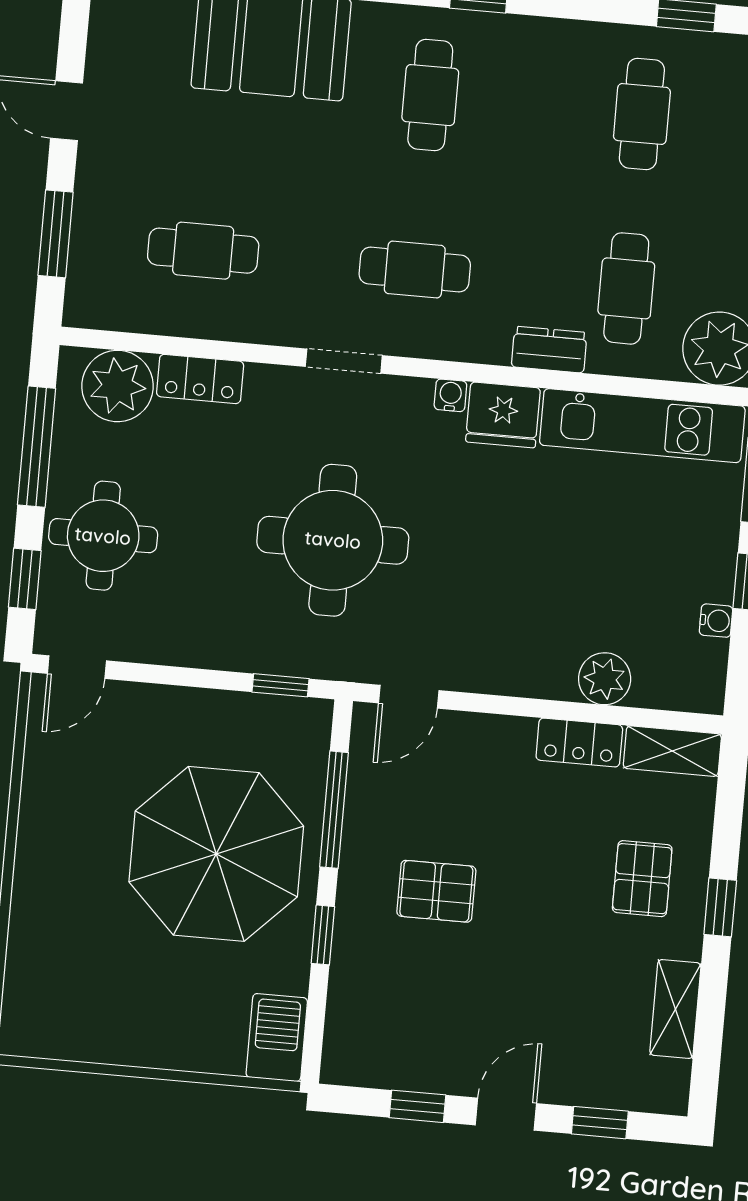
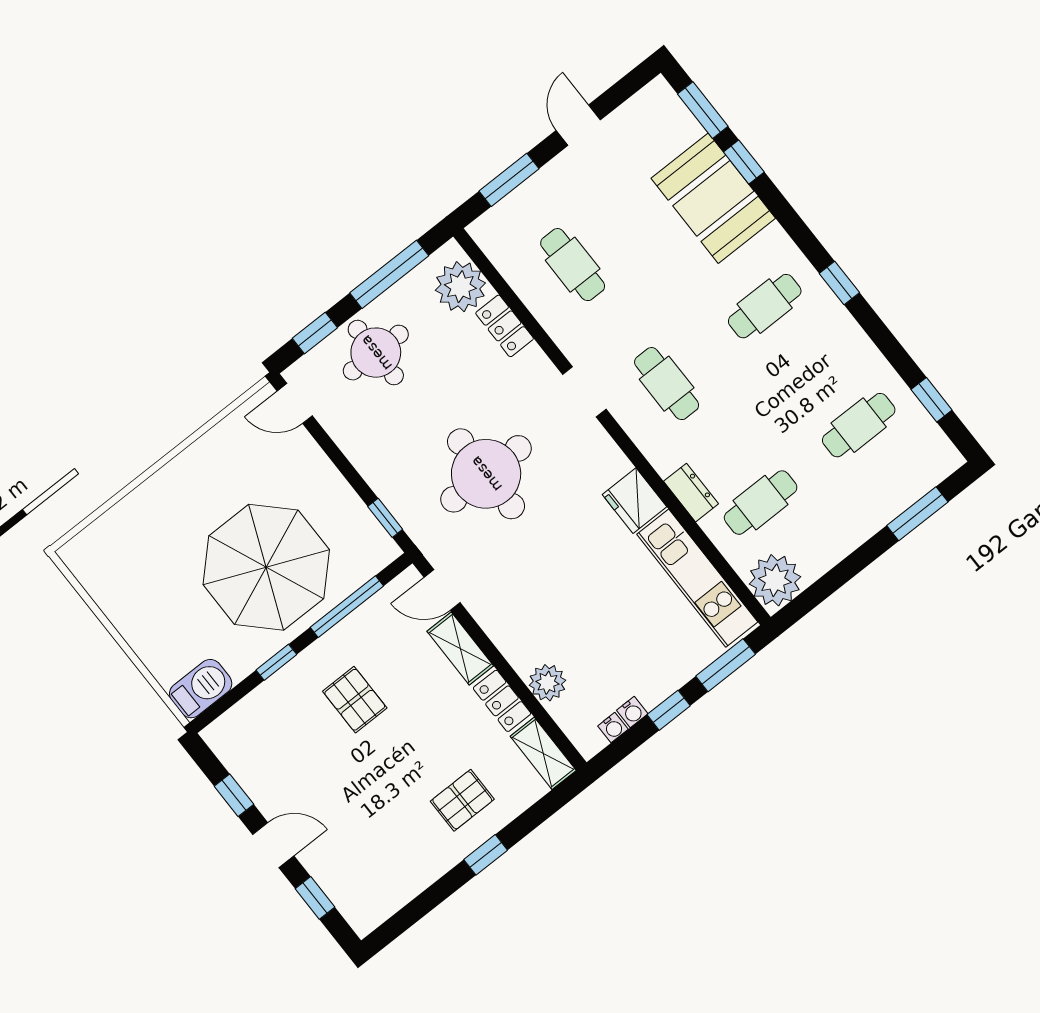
water cooler: (450, 395) -> (613, 728), moved, turned 90
shelving: (675, 1009) -> (460, 649), moved, turned 90

